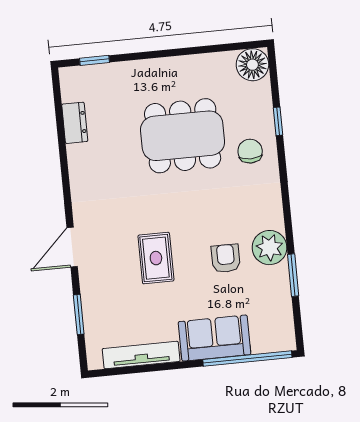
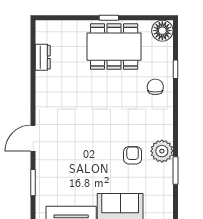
window: (95, 60) -> (109, 18), moved
dining table: (183, 136) -> (114, 47), moved
rug: (156, 258) -> (87, 151), removed

